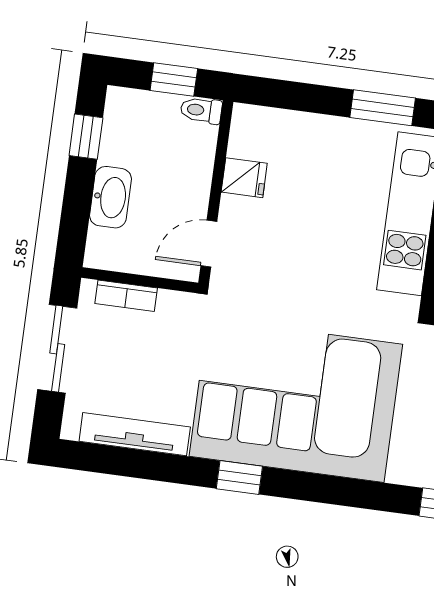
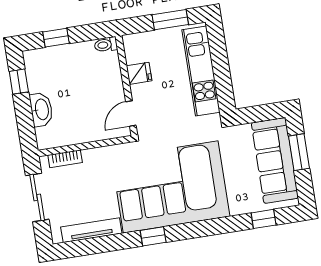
toilet: (201, 110) -> (106, 45), moved
fridge: (244, 178) -> (139, 73), moved
wall: (216, 192) -> (126, 85), moved
door: (209, 244) -> (131, 114), moved

